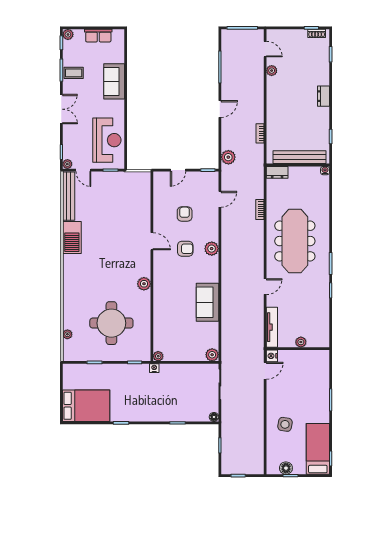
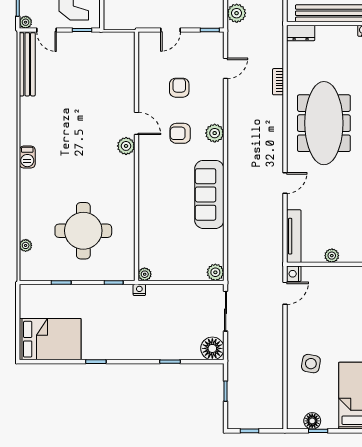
barbecue: (72, 237) -> (27, 157), moved, width x0.53, depth x0.65
armchair: (185, 249) -> (180, 133), turned 180
plant: (144, 284) -> (126, 146), moved
sofa: (208, 302) -> (209, 194), width x1.36
floor lamp: (214, 417) -> (212, 348), width x1.89, depth x1.89

